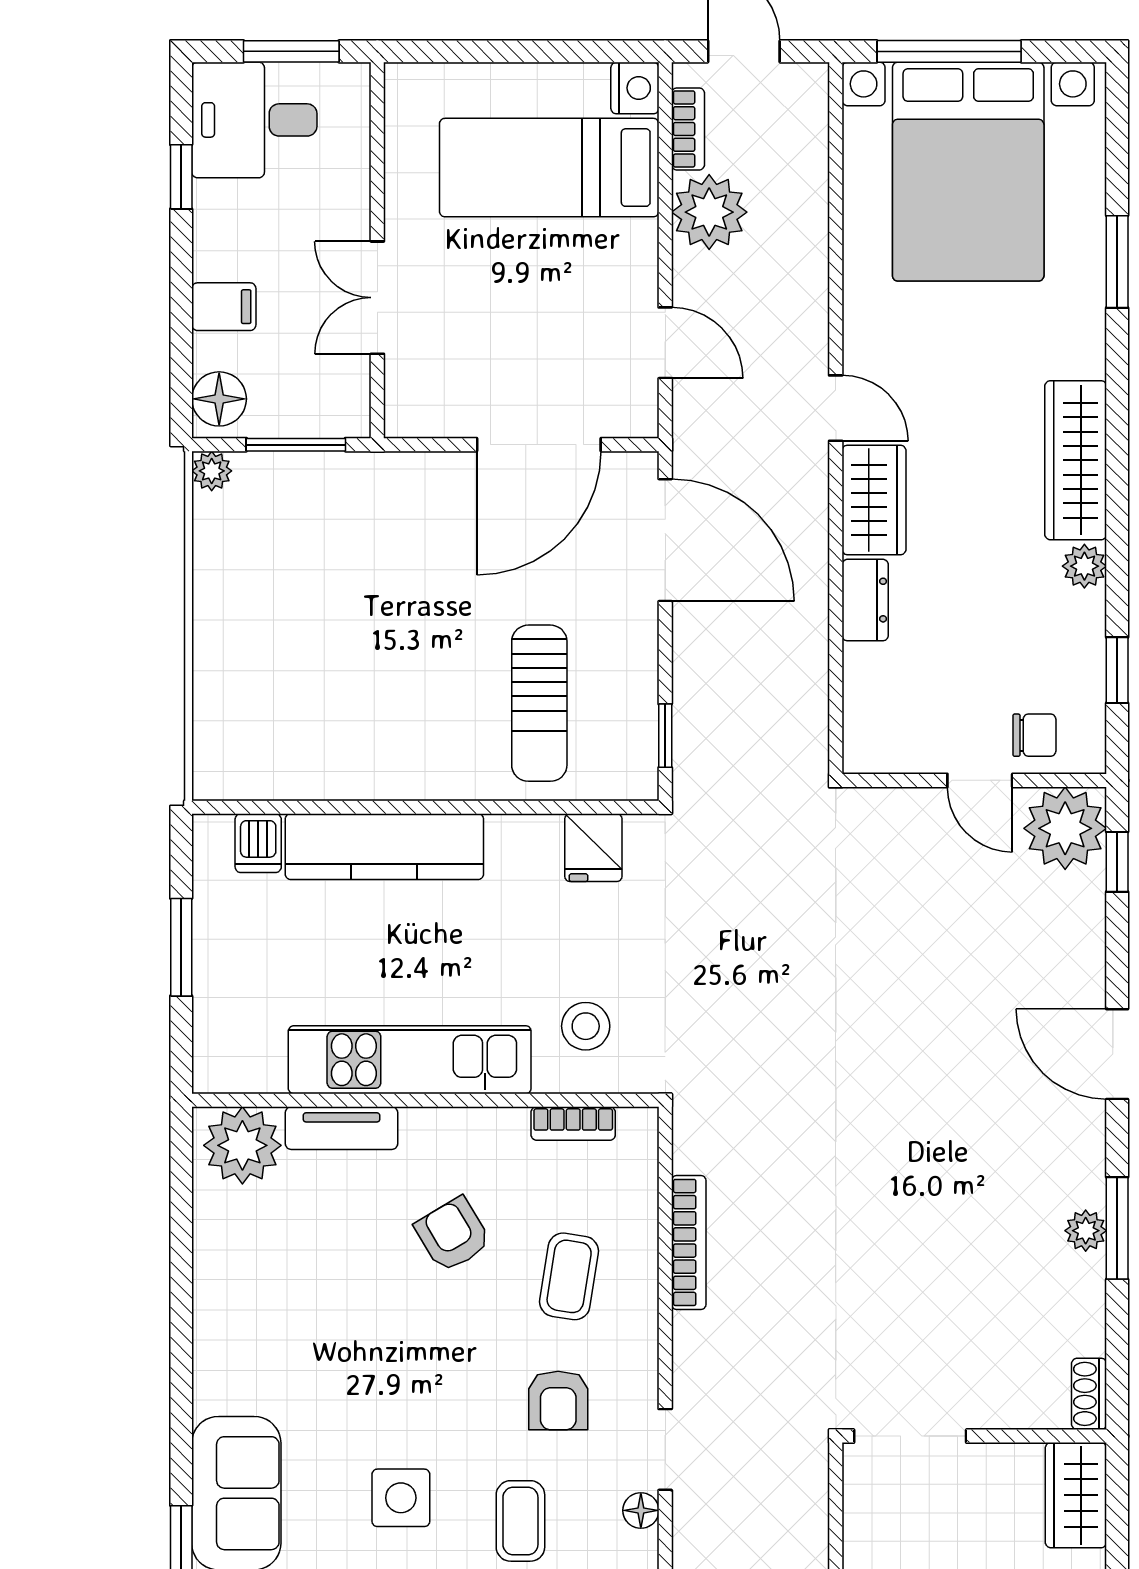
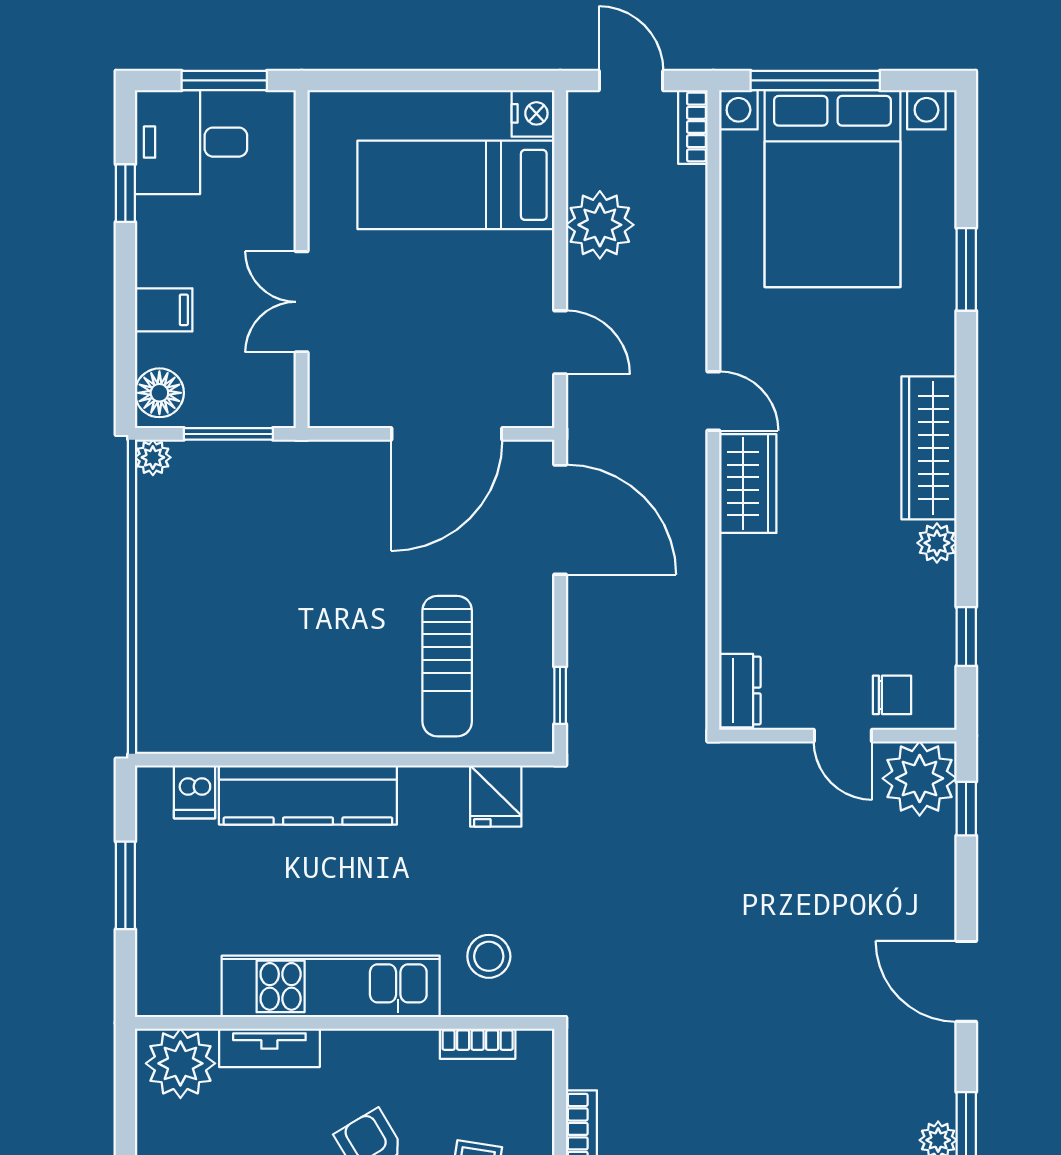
bookcase: (688, 129) -> (693, 127), moved, turned 180
dresser: (865, 600) -> (740, 691), moved

